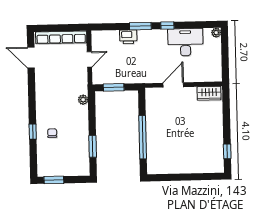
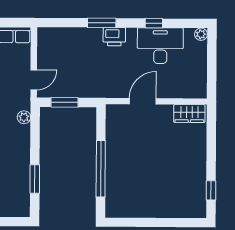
window: (167, 25) -> (154, 23), moved
printer: (128, 37) -> (114, 37), moved
door: (89, 59) -> (34, 80), moved

